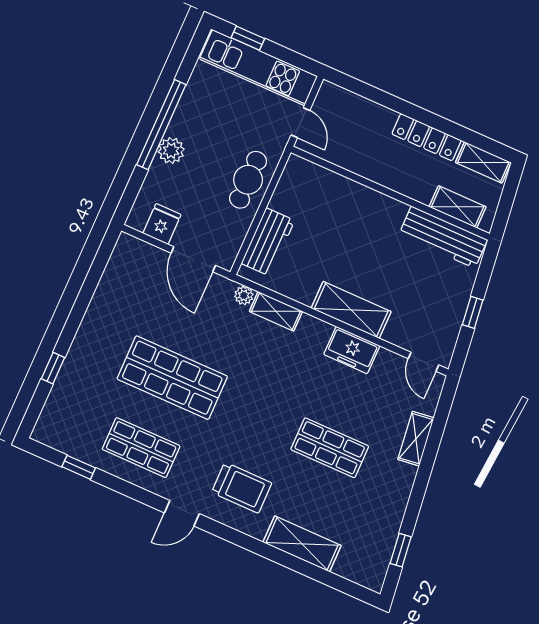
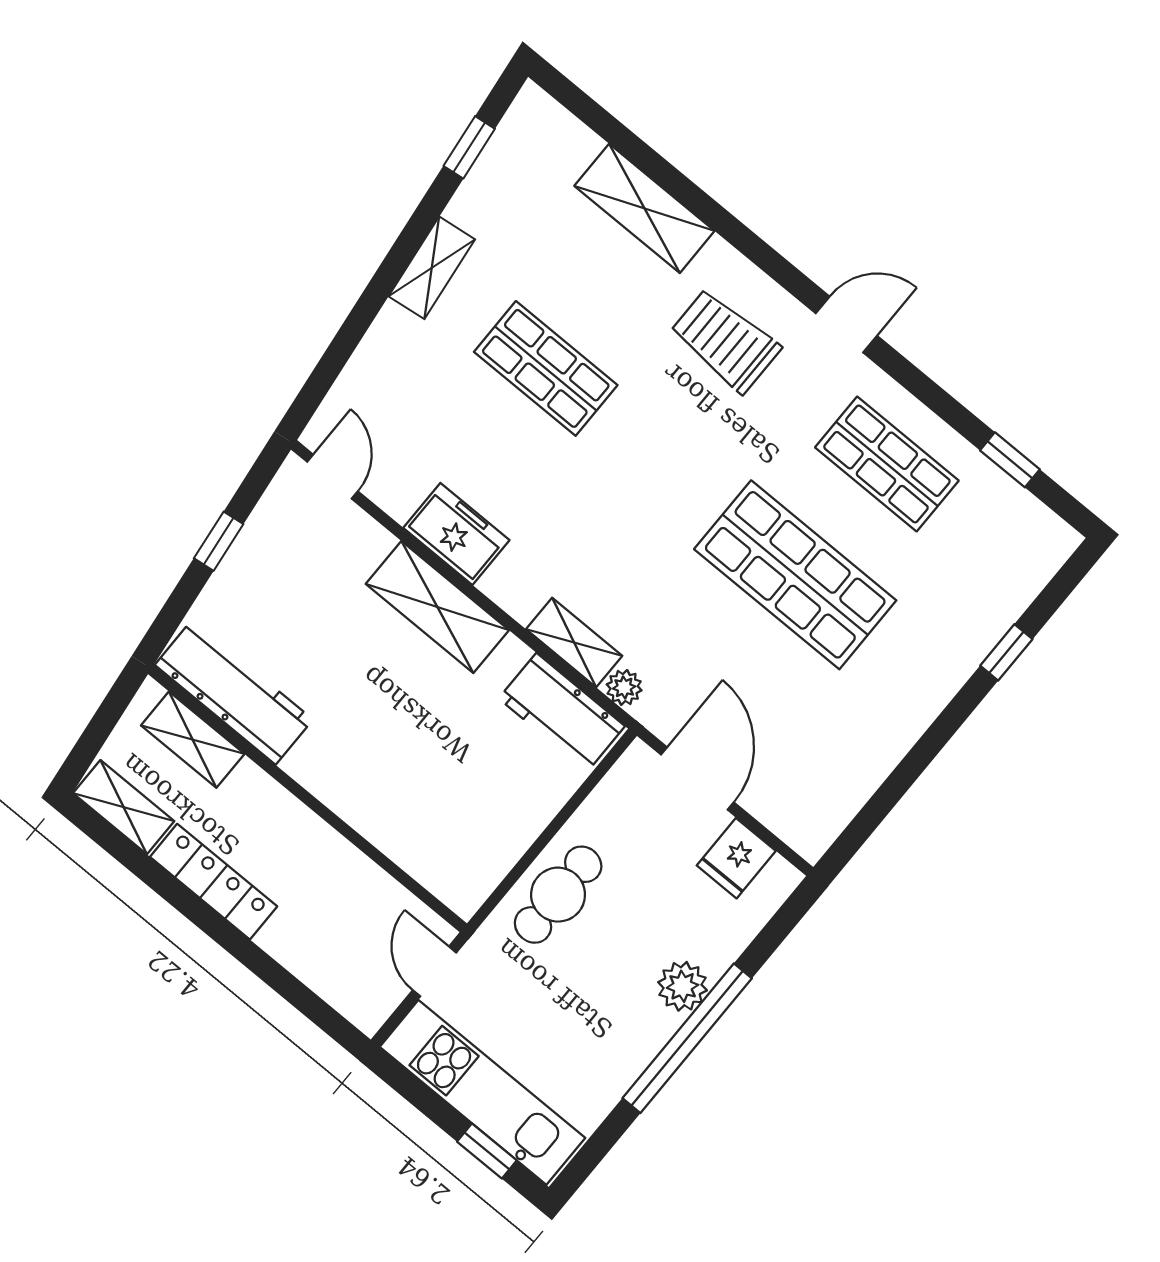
workbench: (268, 242) -> (562, 712), moved, turned -90
shelving: (416, 439) -> (432, 268), moved

